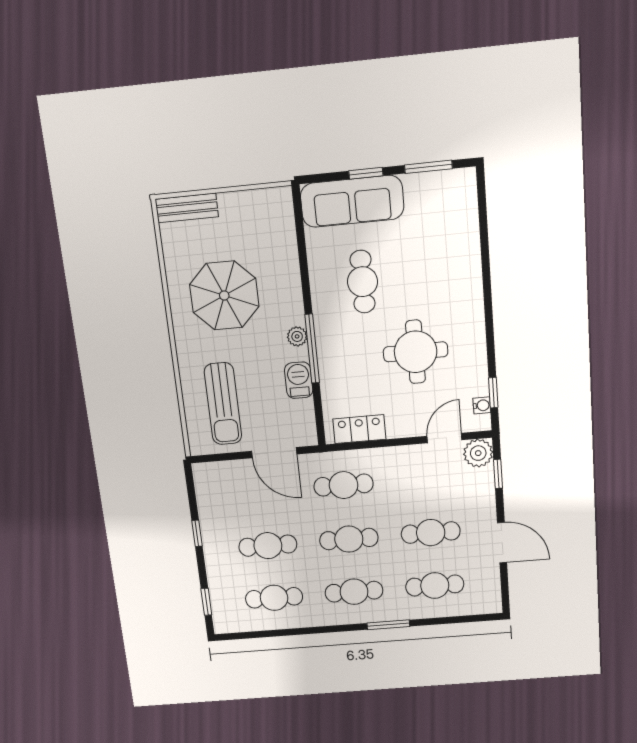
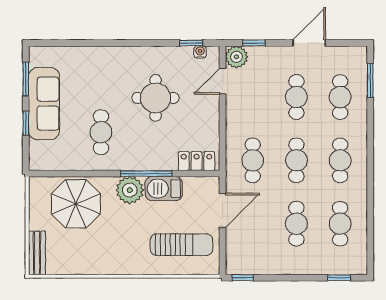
sofa: (352, 201) -> (44, 104), moved
cafe table: (362, 282) -> (101, 132), turned 90
parasol: (224, 295) -> (76, 204), moved
plant: (297, 336) -> (130, 190), width x1.88, depth x1.88
barbecue: (299, 380) -> (164, 189), width x1.38, depth x1.27
locker: (359, 429) -> (197, 161), moved, turned 90
door: (444, 438) -> (223, 81), hinge flipped
window: (197, 533) -> (243, 278), moved
window: (388, 625) -> (370, 80), moved

